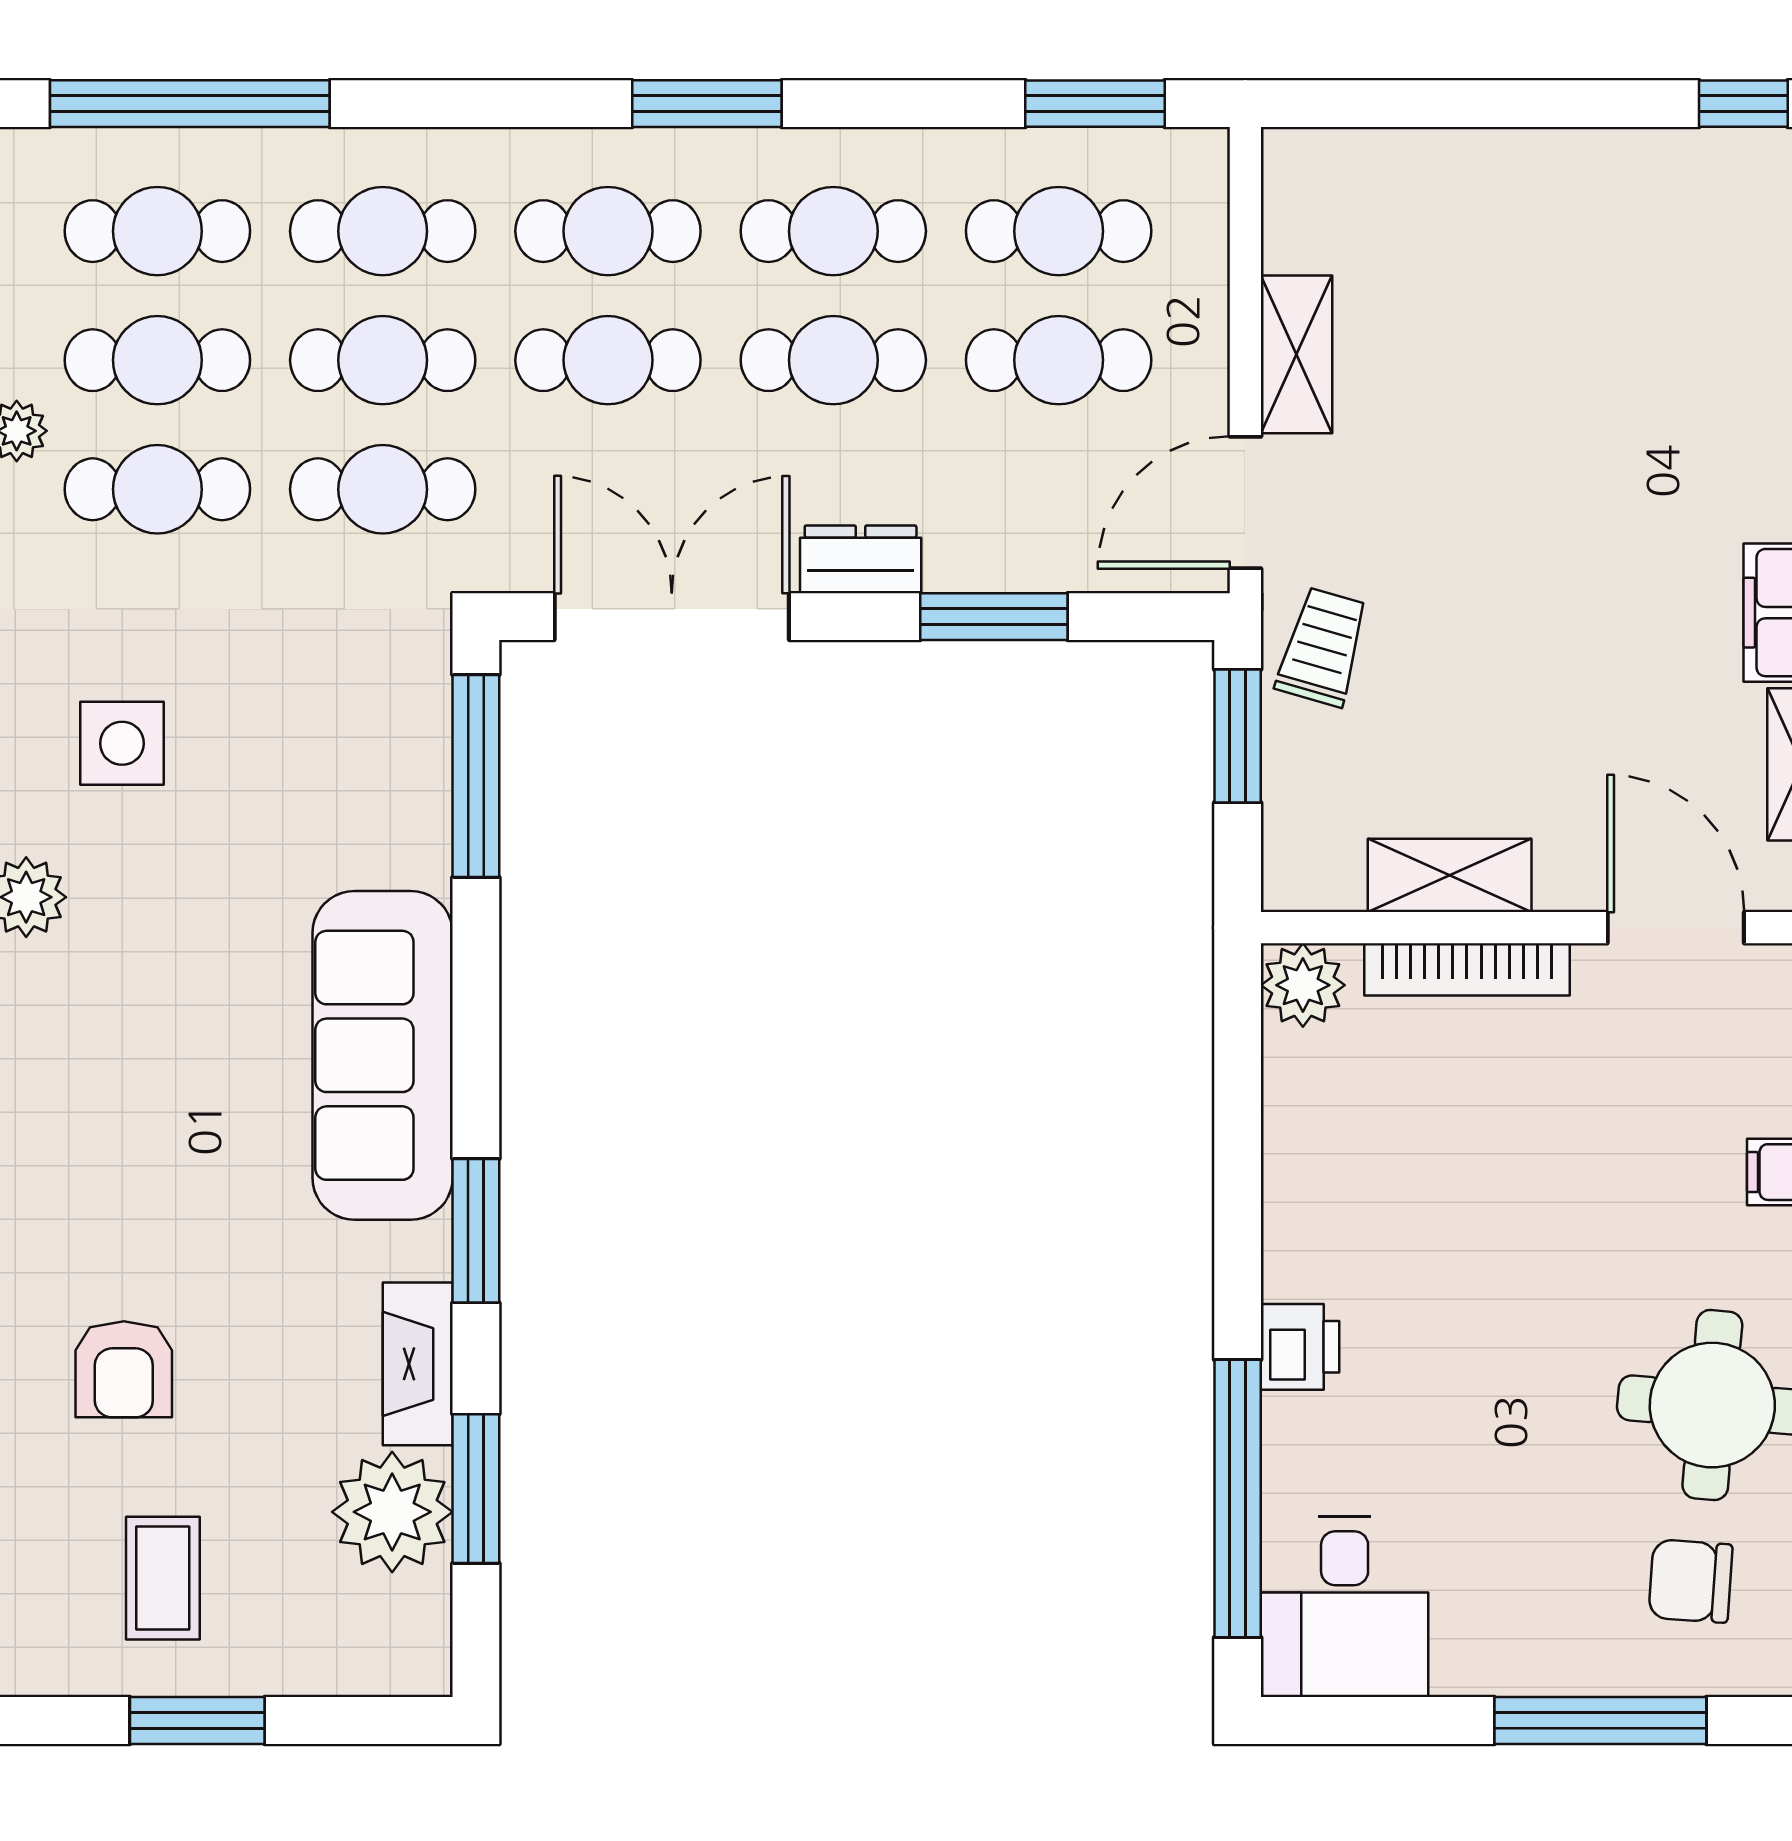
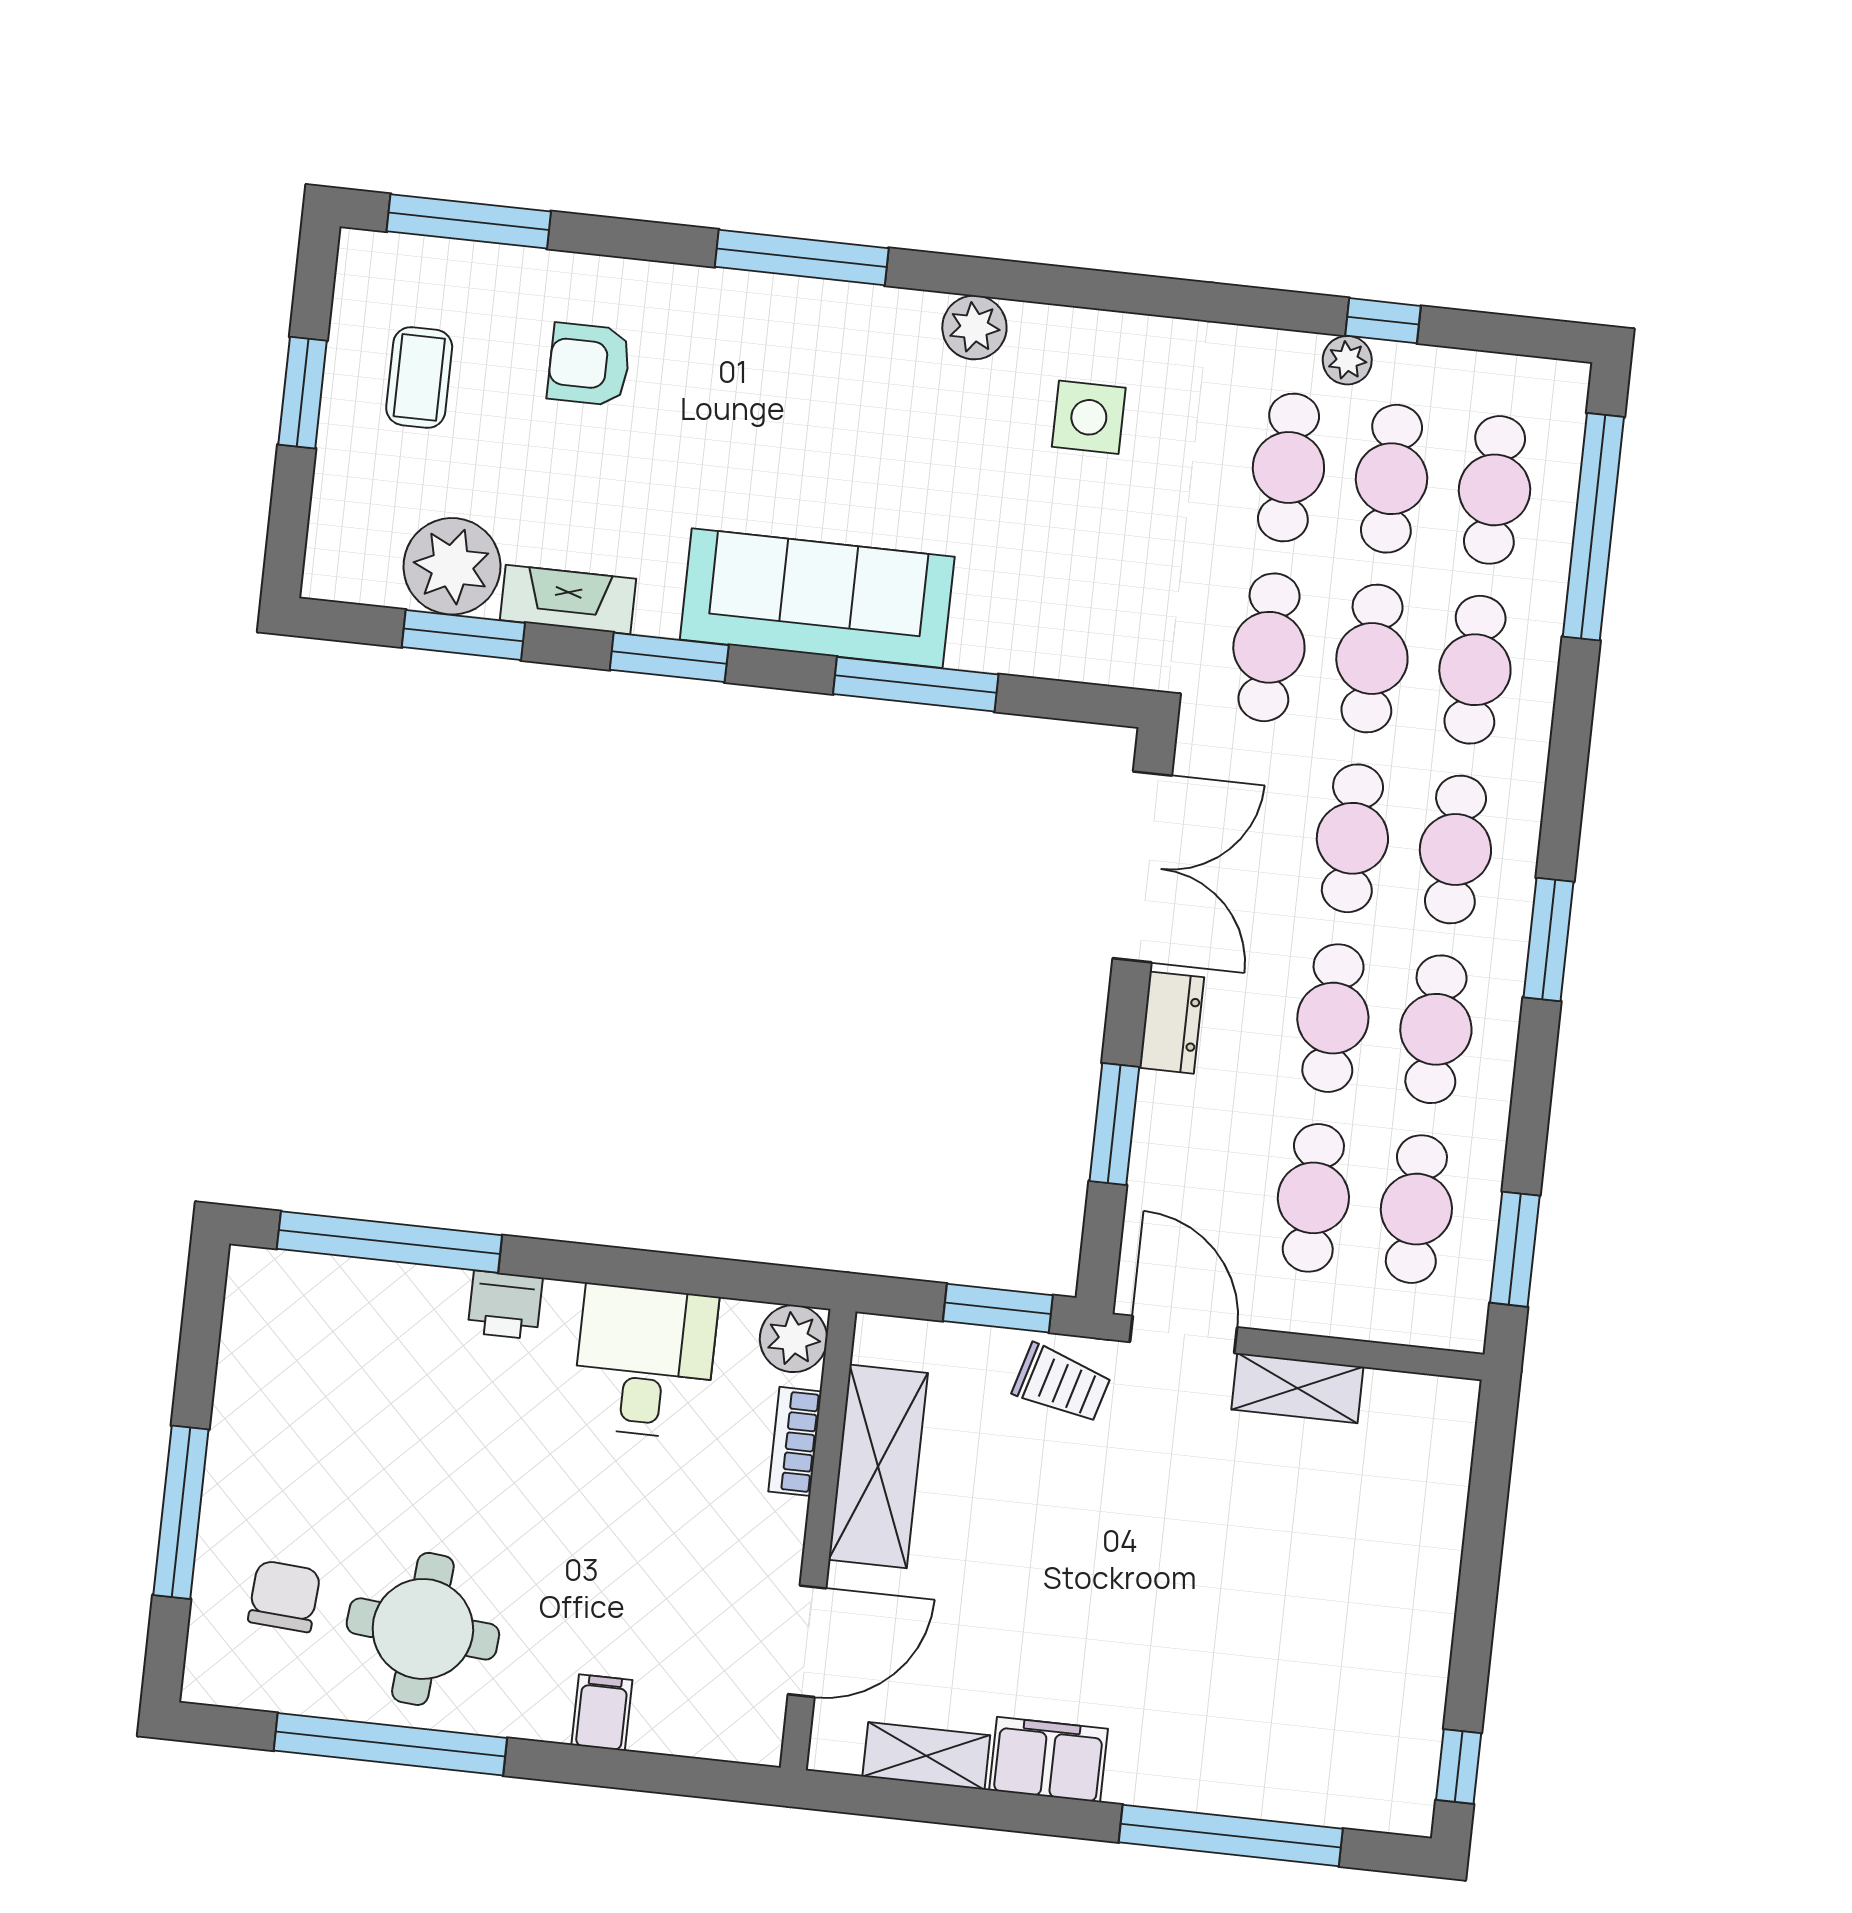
window: (476, 776) -> (916, 684), moved
shelving: (1450, 875) -> (878, 1466), width x1.50, depth x1.33
bookcase: (1467, 969) -> (795, 1441), width x0.64
coffee table: (163, 1578) -> (419, 377), turned 90
desk: (1345, 1607) -> (645, 1361), moved, turned 90

